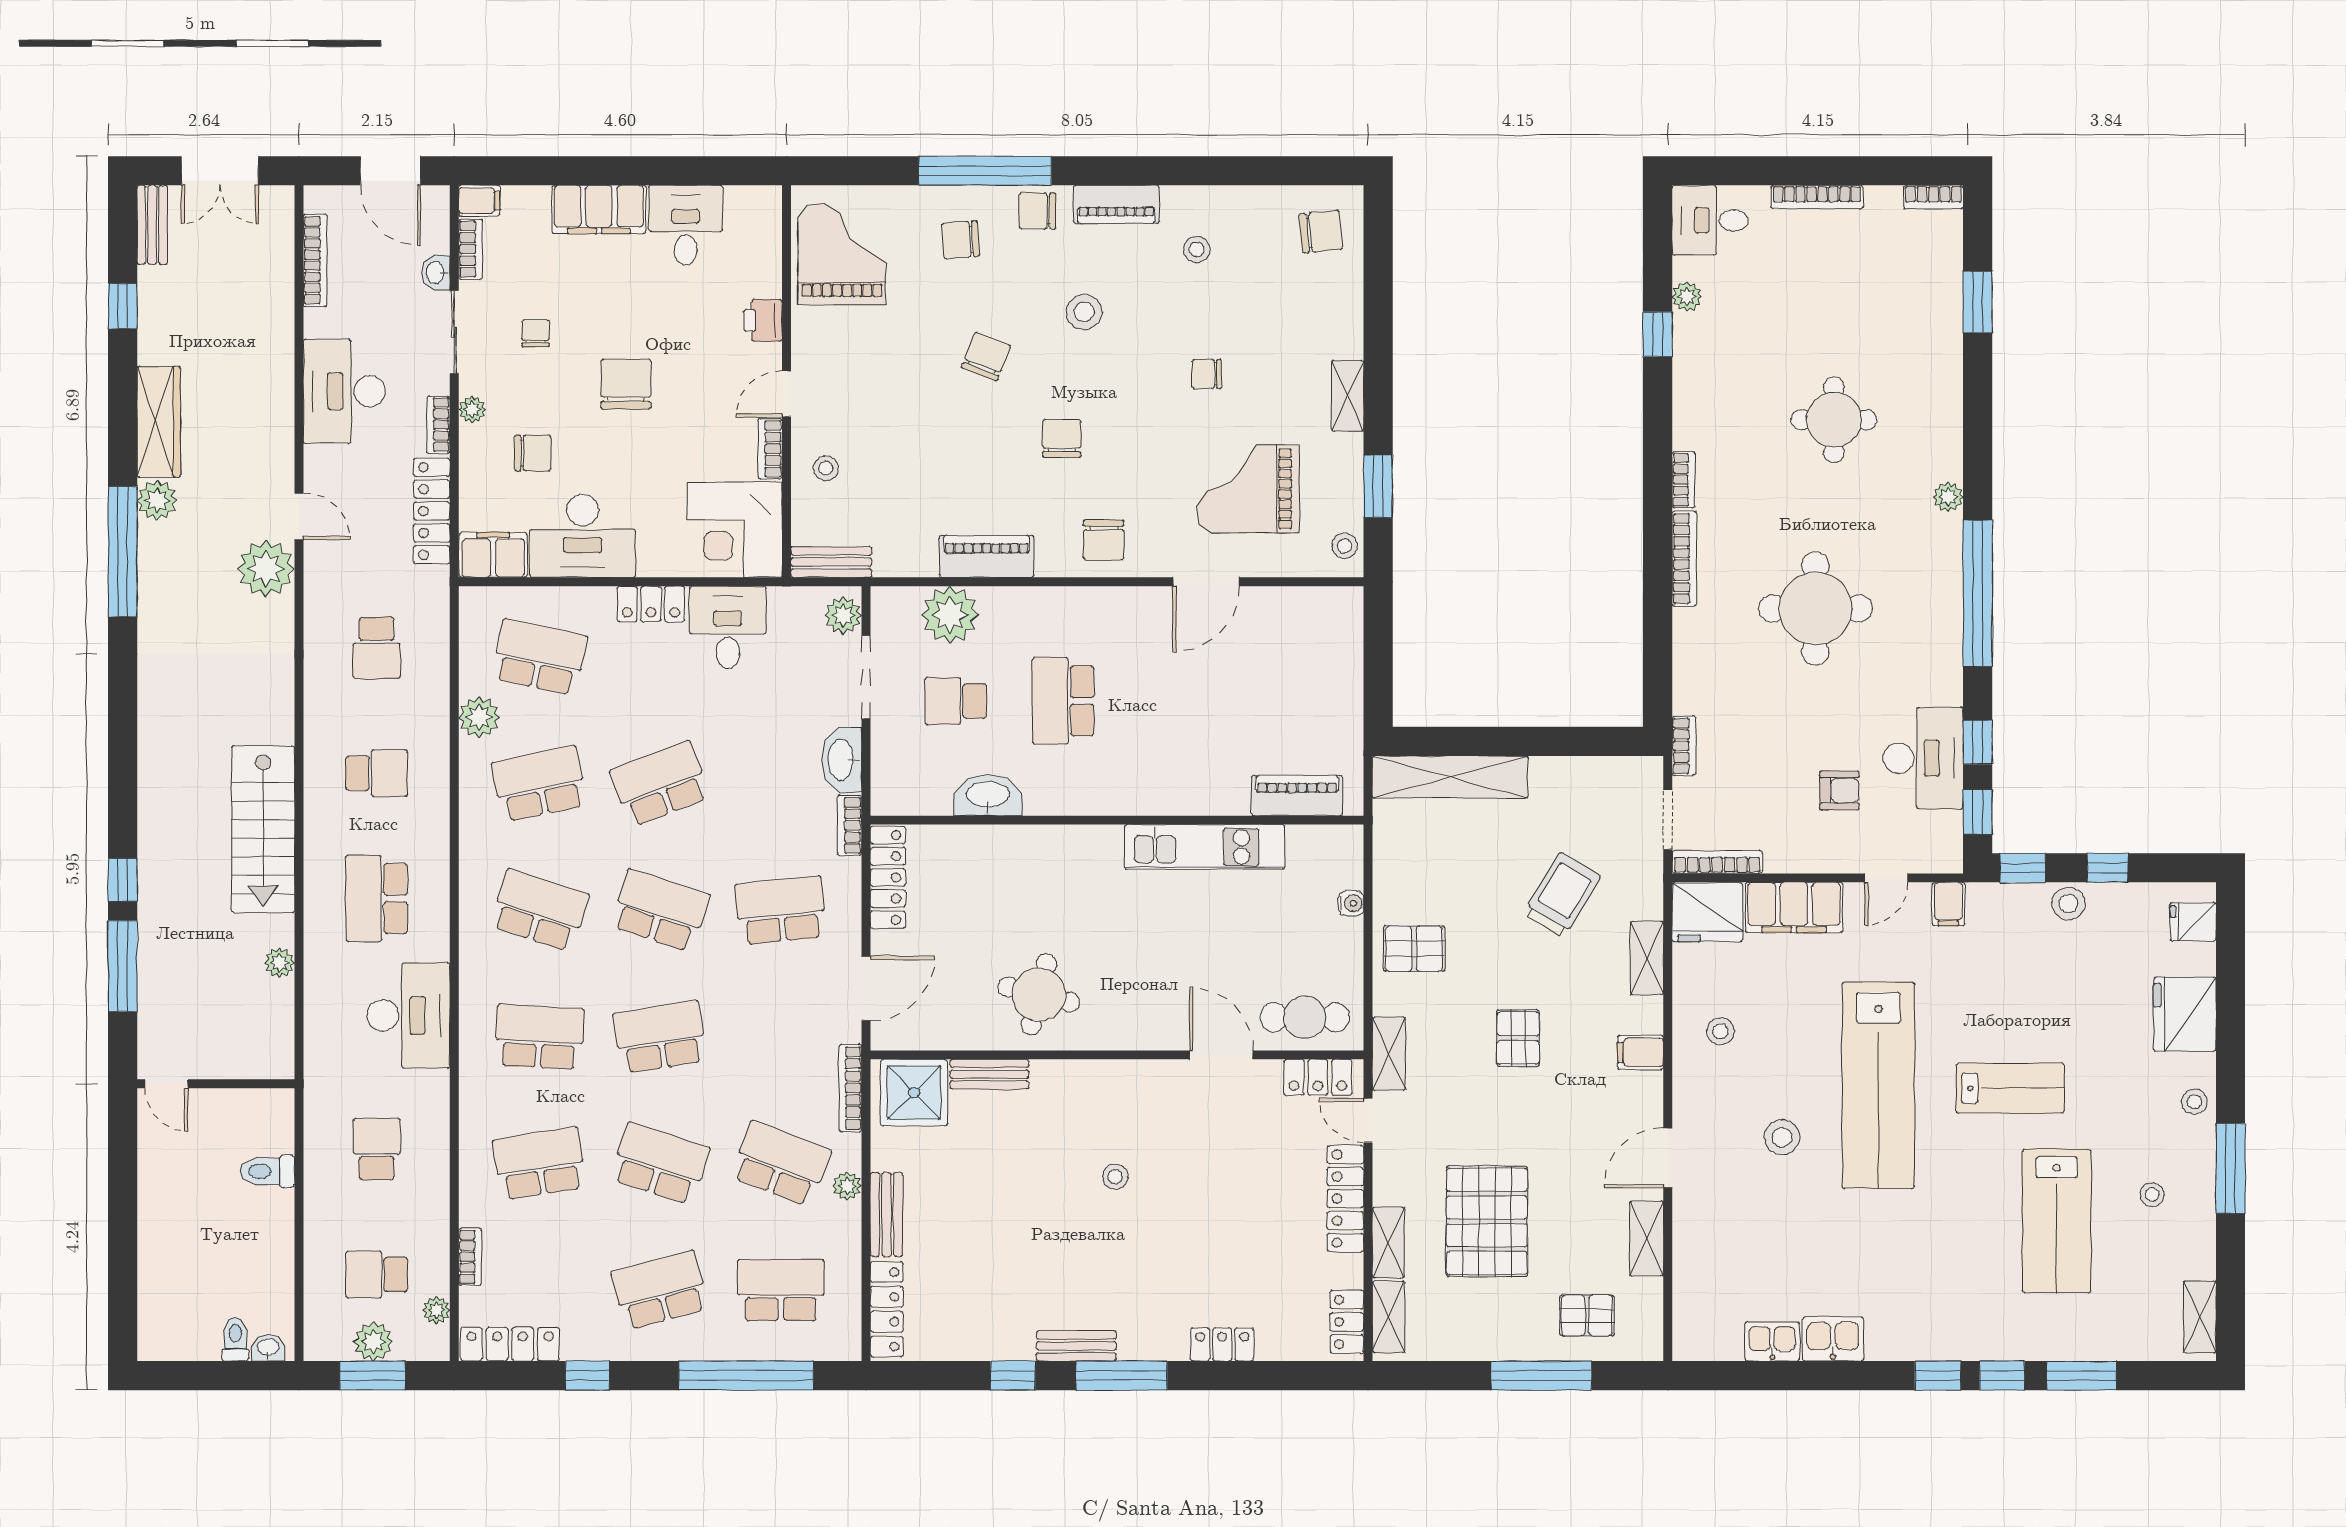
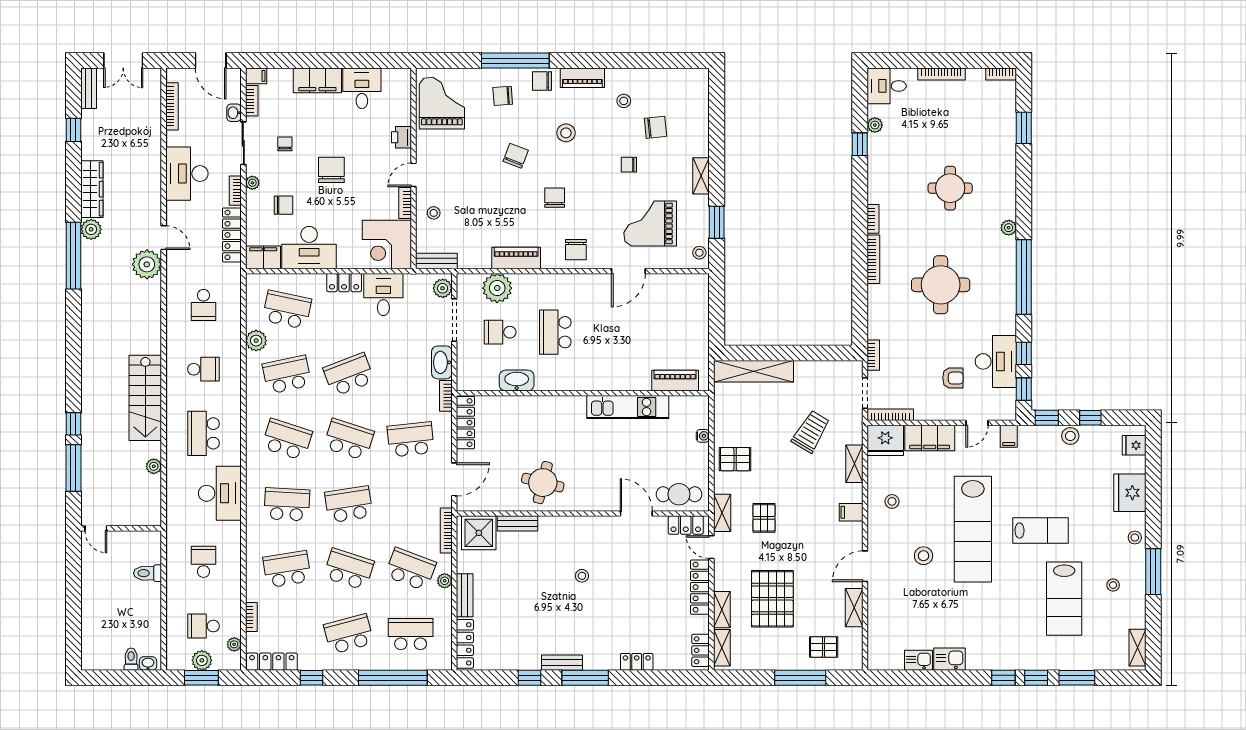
chair: (1321, 232) -> (656, 127), moved
pallet: (1518, 1038) -> (764, 518), moved

